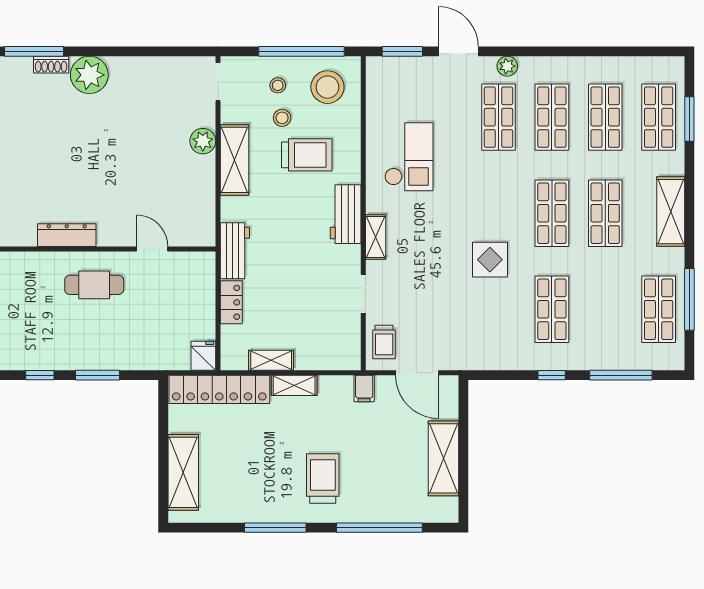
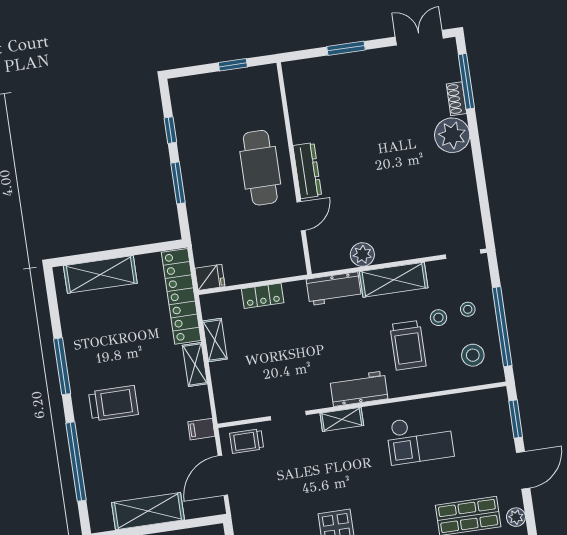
stool: (327, 87) -> (473, 355), width x0.73, depth x0.73
plant: (203, 141) -> (362, 255), moved
dresser: (67, 235) -> (307, 171), moved
workbench: (235, 251) -> (334, 289), moved
cafe table: (94, 285) -> (260, 168), width x1.37, depth x1.35

